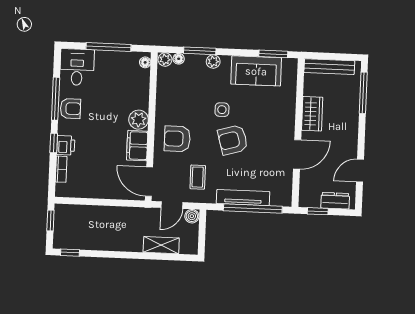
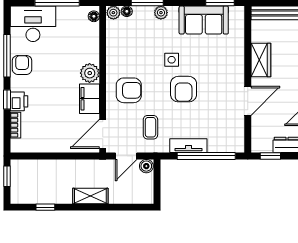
desk: (77, 67) -> (33, 24), width x1.37
armchair: (70, 109) -> (22, 65), turned -90
armchair: (177, 139) -> (129, 90), turned 180
armchair: (233, 140) -> (184, 89), turned -74
door: (149, 182) -> (103, 134), hinge flipped
tv unit: (243, 198) -> (188, 146), width x0.71
shelving: (161, 245) -> (90, 196), moved
window: (70, 253) -> (45, 207), moved

